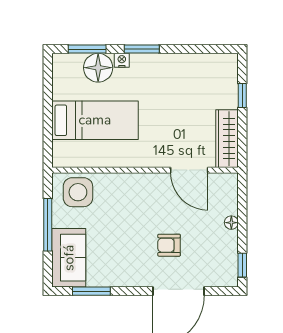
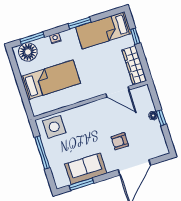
window: (142, 49) -> (80, 23), moved
floor lamp: (98, 68) -> (28, 52), moved
bed: (198, 71) -> (103, 30), added
sofa: (69, 258) -> (86, 169), moved, turned -90
window: (242, 265) -> (161, 118), moved

